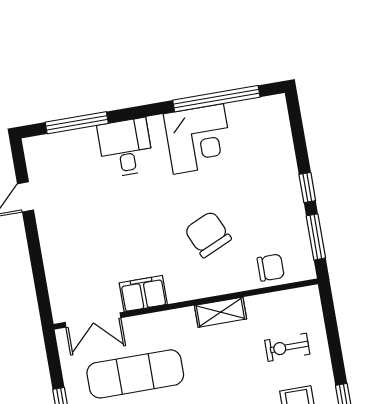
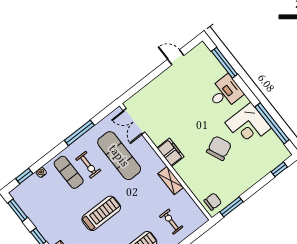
window: (307, 188) -> (279, 169), moved
chair: (208, 234) -> (219, 148), moved
chair: (271, 268) -> (213, 202), moved, turned -90
filing cabinet: (143, 294) -> (170, 152), moved

